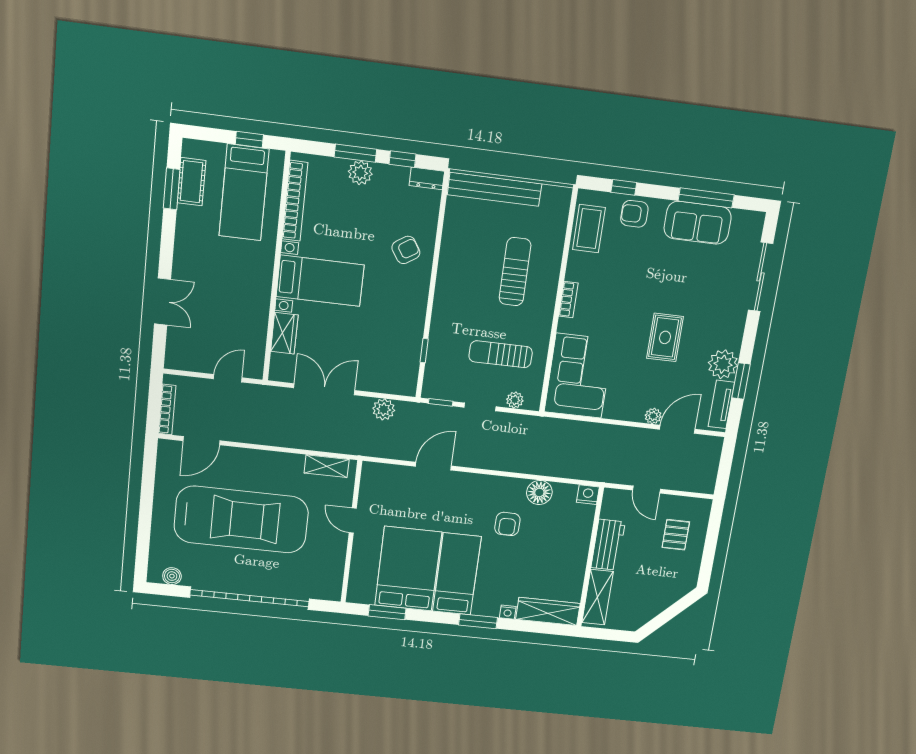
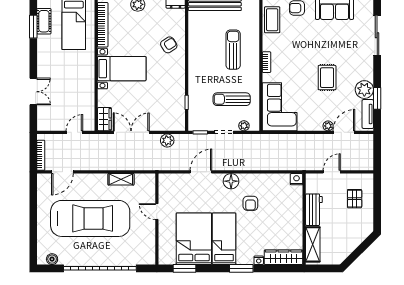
wardrobe: (284, 333) -> (104, 119), moved
shelving: (327, 466) -> (121, 179), moved
door: (646, 490) -> (332, 172), swing flipped
floor lamp: (539, 492) -> (231, 181), moved

